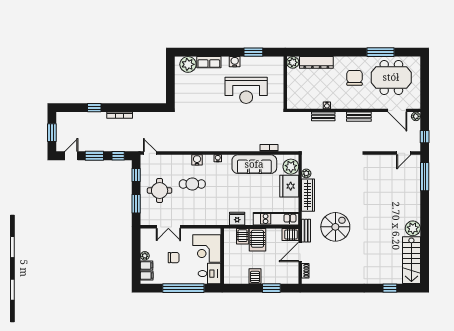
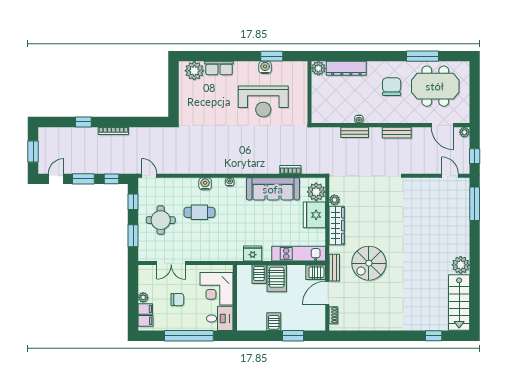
water cooler: (235, 62) -> (265, 67), moved
door: (404, 153) -> (450, 176), swing flipped
spiral stairs: (335, 227) -> (369, 263), turned 180

